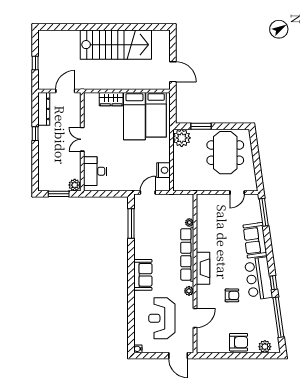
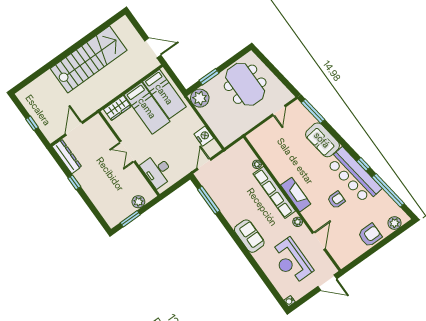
double door: (82, 139) -> (128, 151), moved
wall: (82, 142) -> (129, 154), moved
desk: (95, 171) -> (157, 171), moved
bar counter: (259, 279) -> (354, 175), width x1.36

